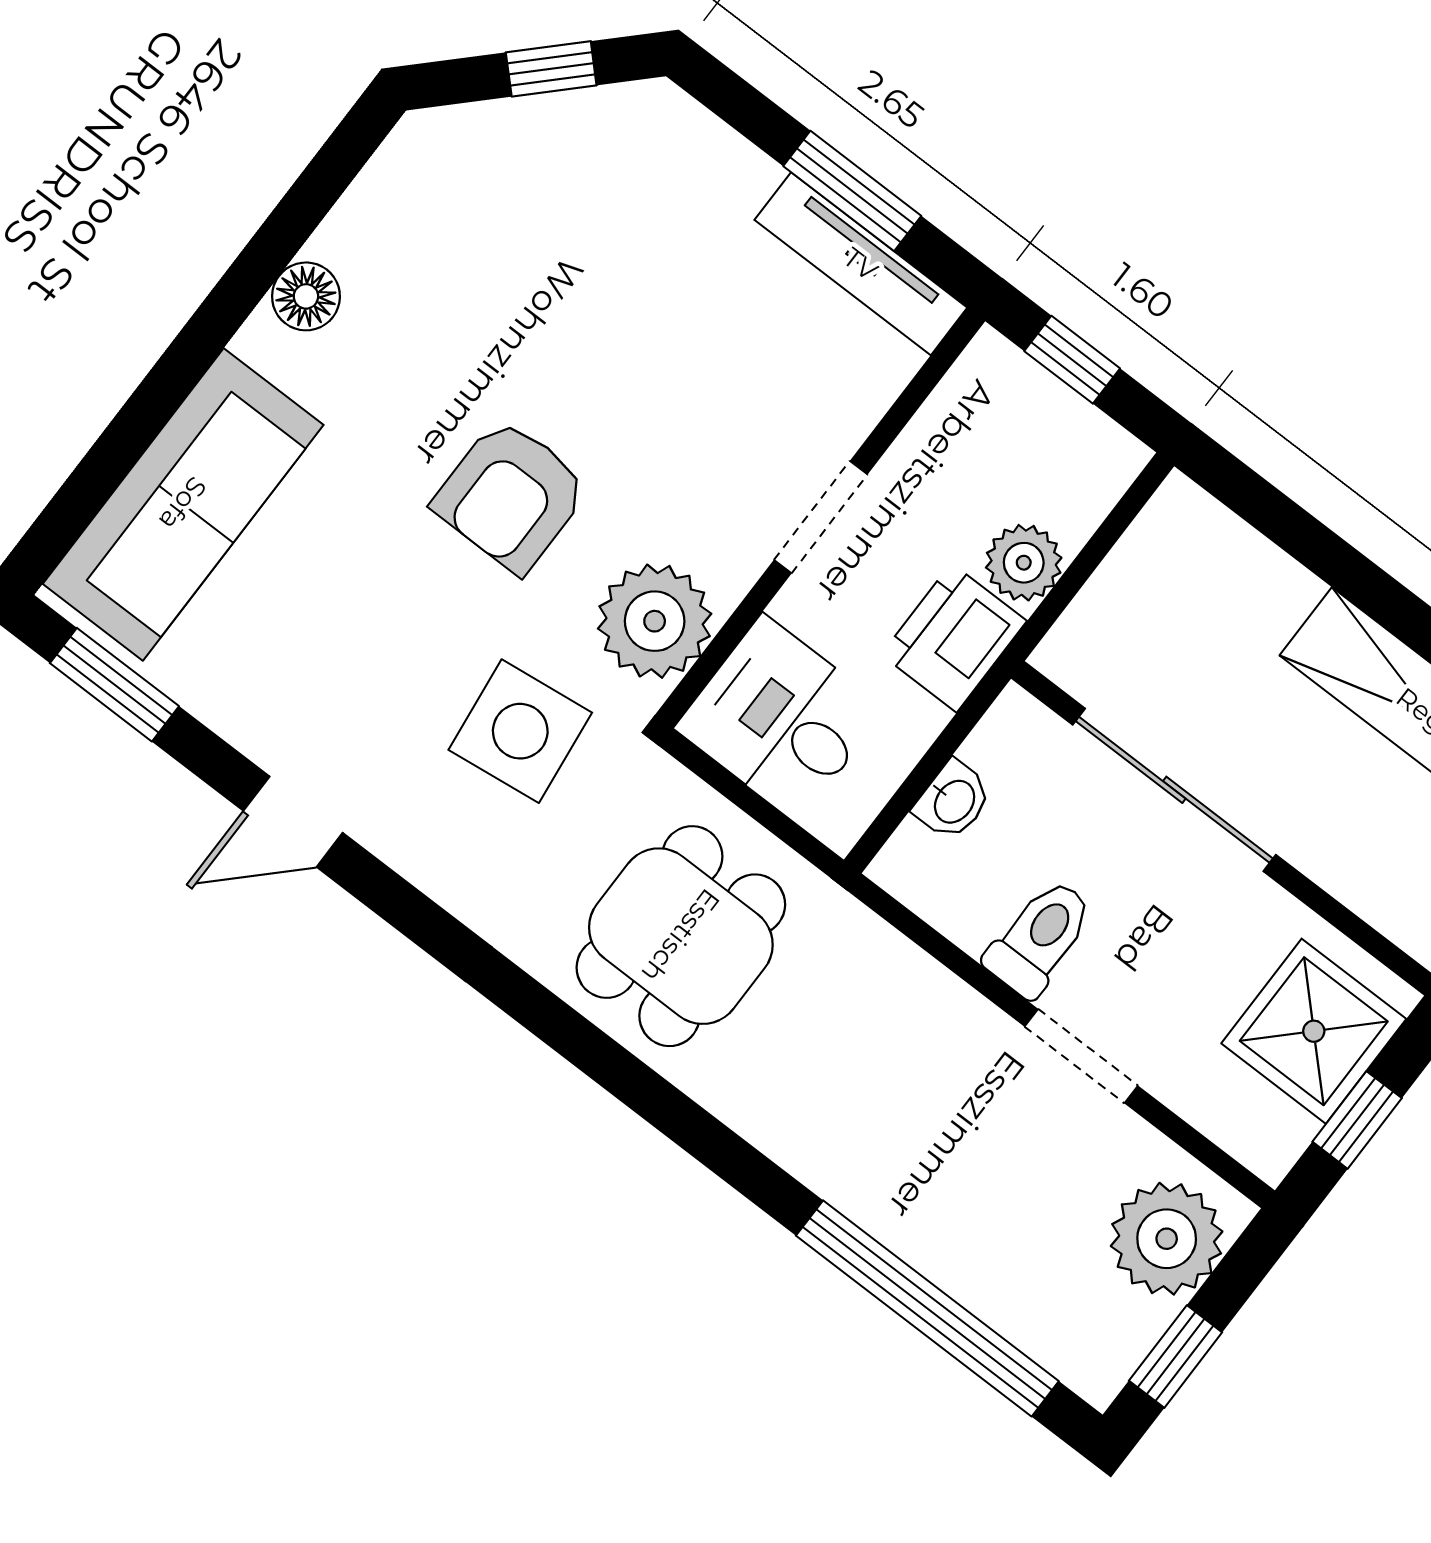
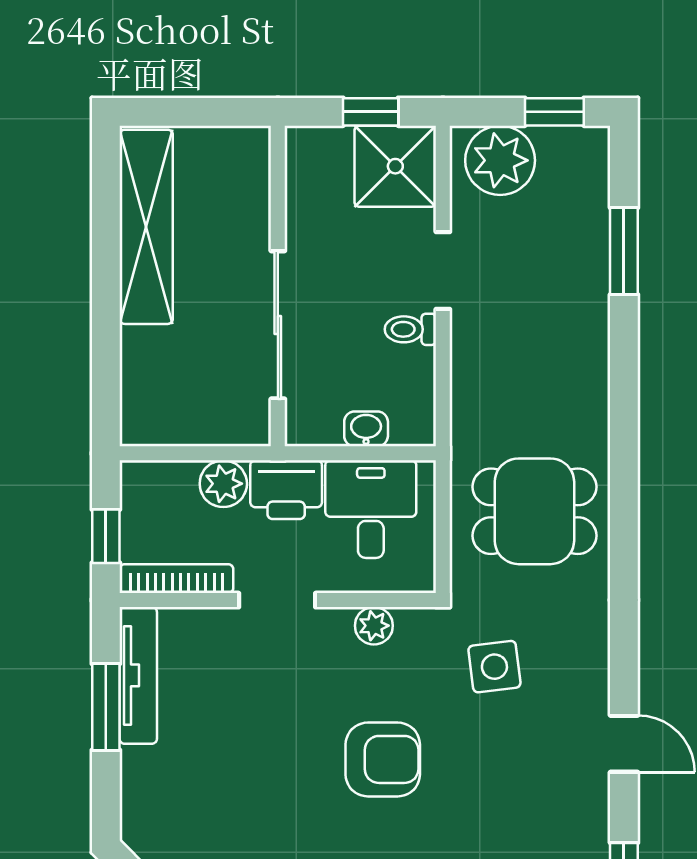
bookcase: (948, 409) -> (176, 579), added
plant: (655, 621) -> (374, 626), width x0.53, depth x0.53
desk: (780, 718) -> (371, 509), moved, turned 180
side table: (520, 731) -> (494, 667), width x0.73, depth x0.73
toilet: (1040, 938) -> (410, 329), width x0.73, depth x0.72
shower: (1314, 1031) -> (395, 166), moved
window: (927, 1308) -> (624, 251), width x0.47

